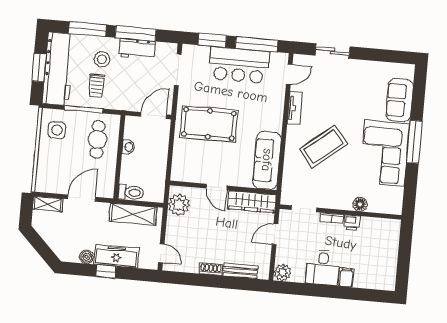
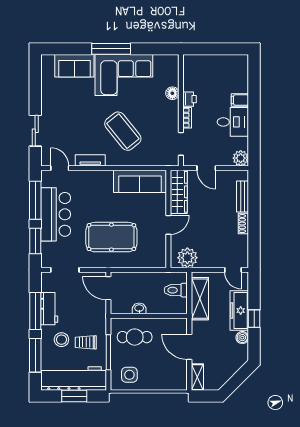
trolley: (96, 86) -> (86, 342), turned 180
pool table: (209, 124) -> (111, 237), turned 90
toilet: (131, 193) -> (176, 290), moved, turned -90
door: (161, 253) -> (233, 270), swing flipped

